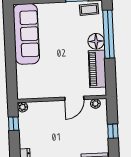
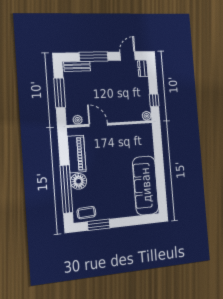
door: (74, 98) -> (98, 125), hinge flipped
window: (113, 131) -> (60, 93), width x2.17

